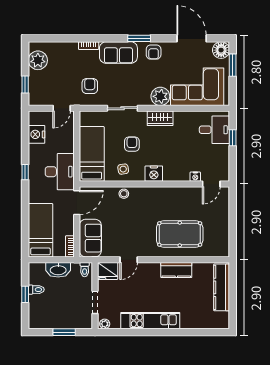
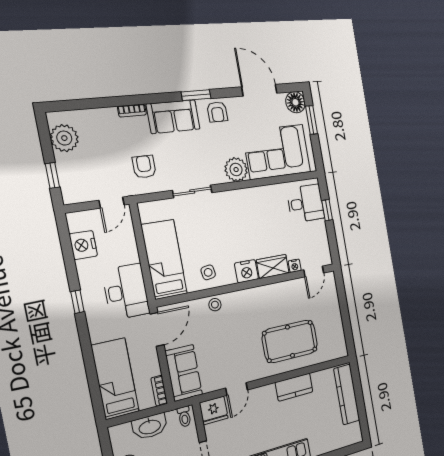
wardrobe: (160, 118) -> (273, 266), moved, turned 180
armchair: (132, 144) -> (213, 237), removed

